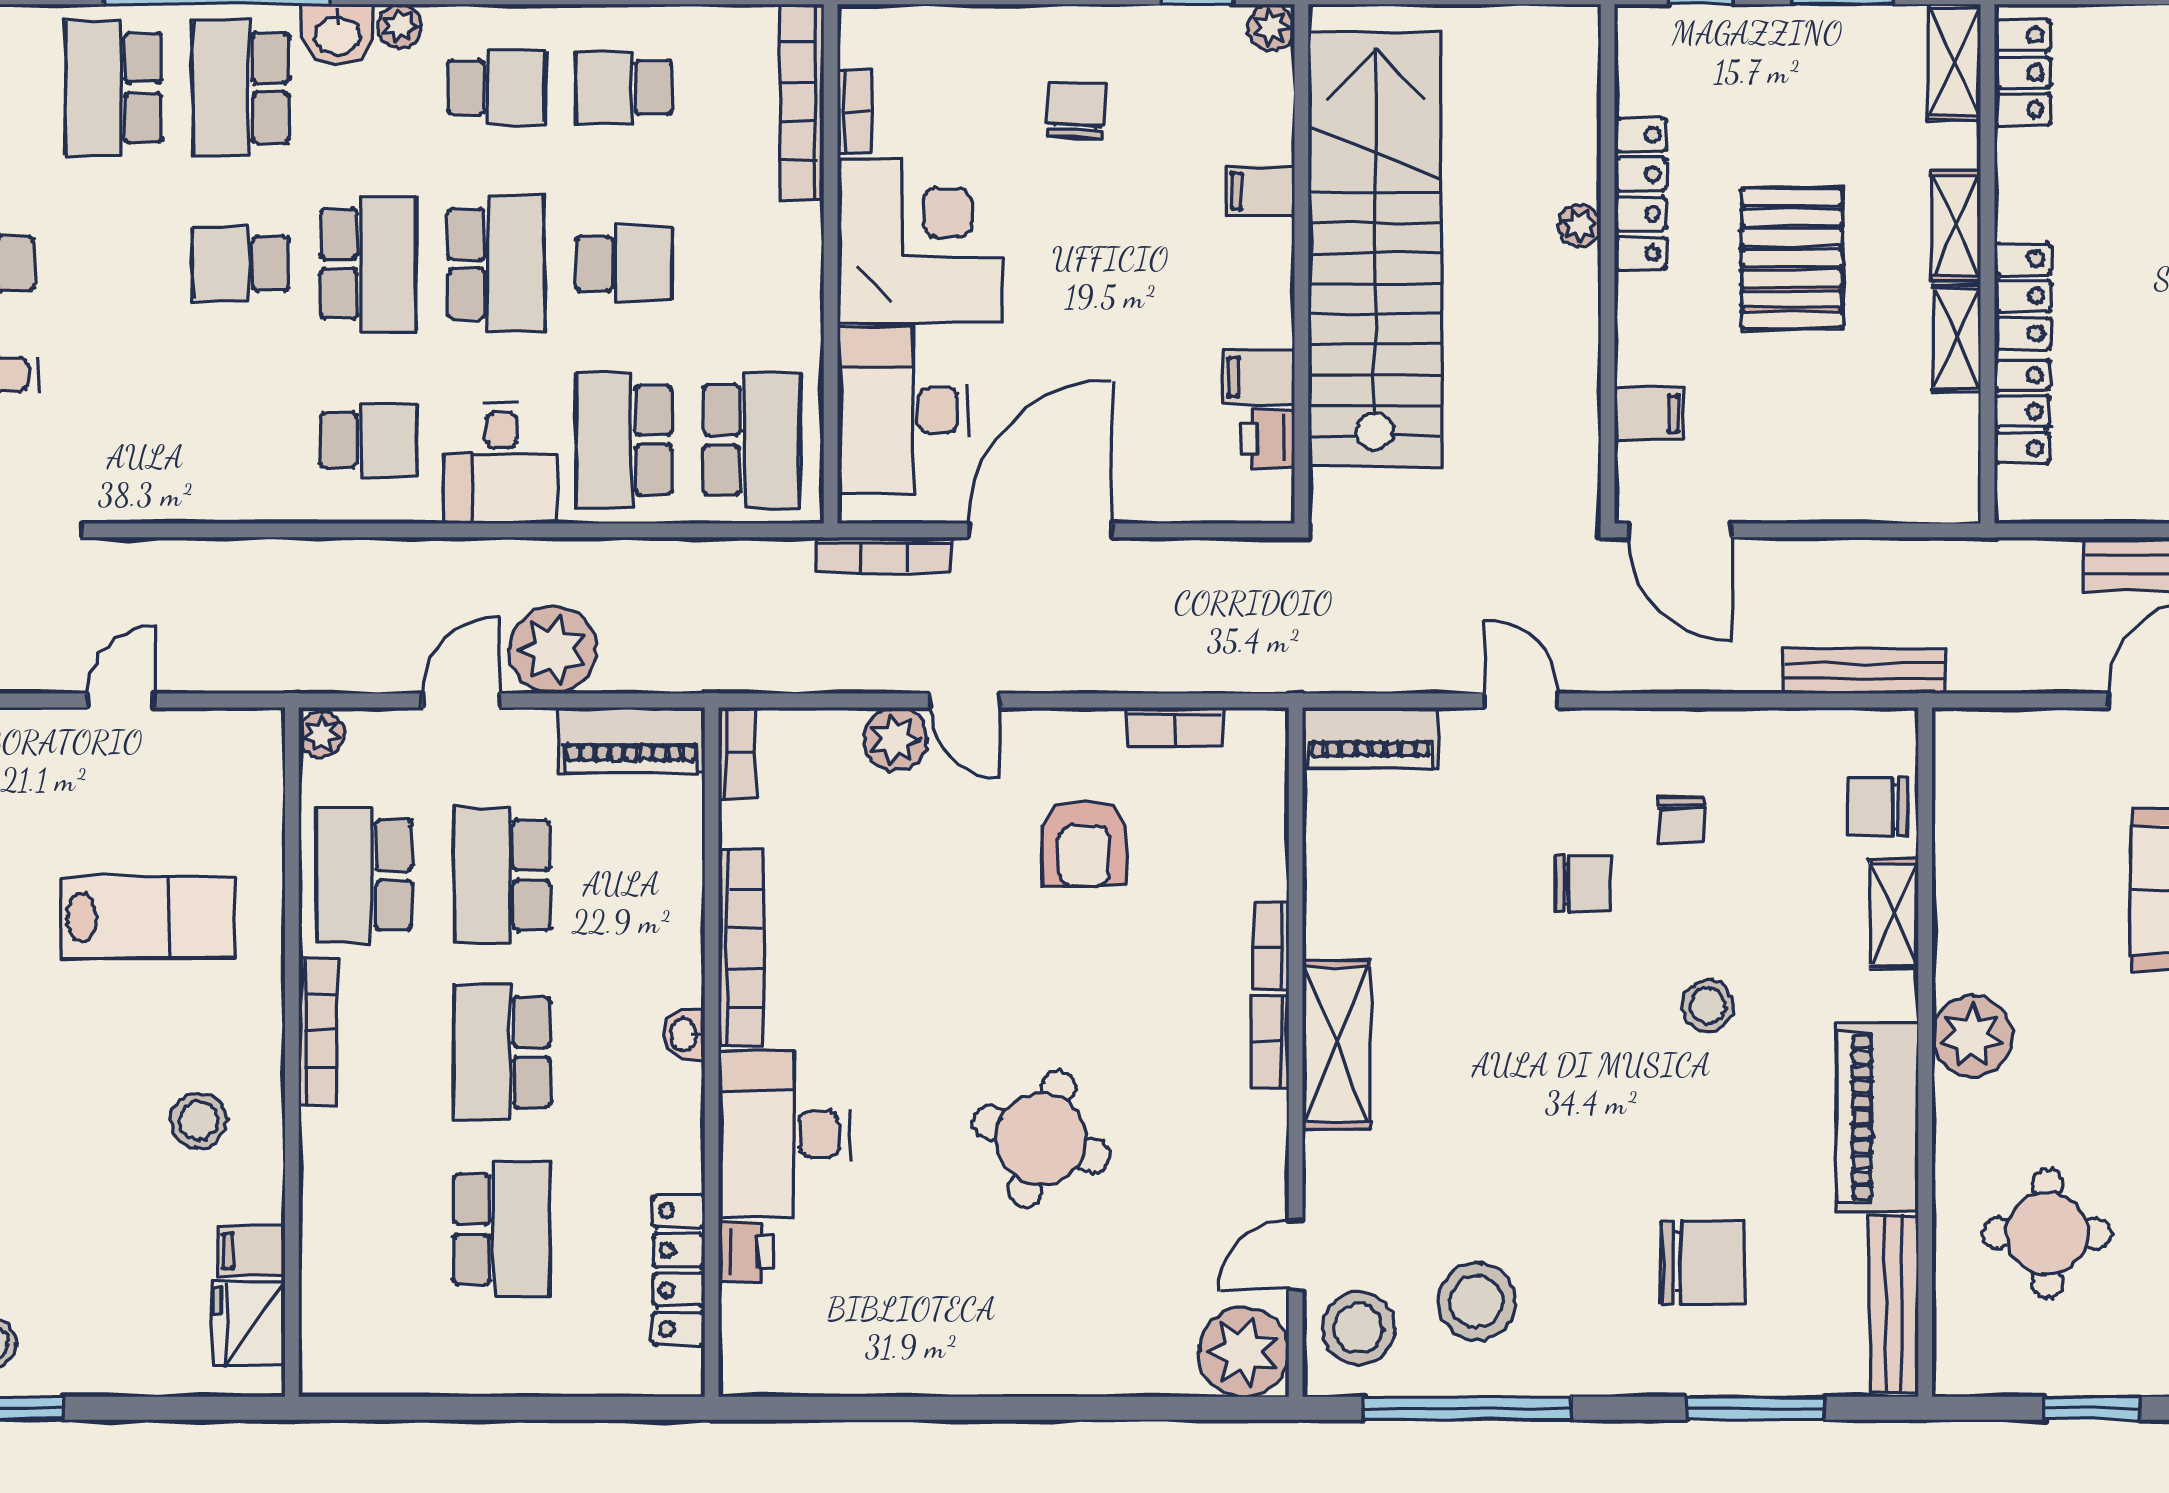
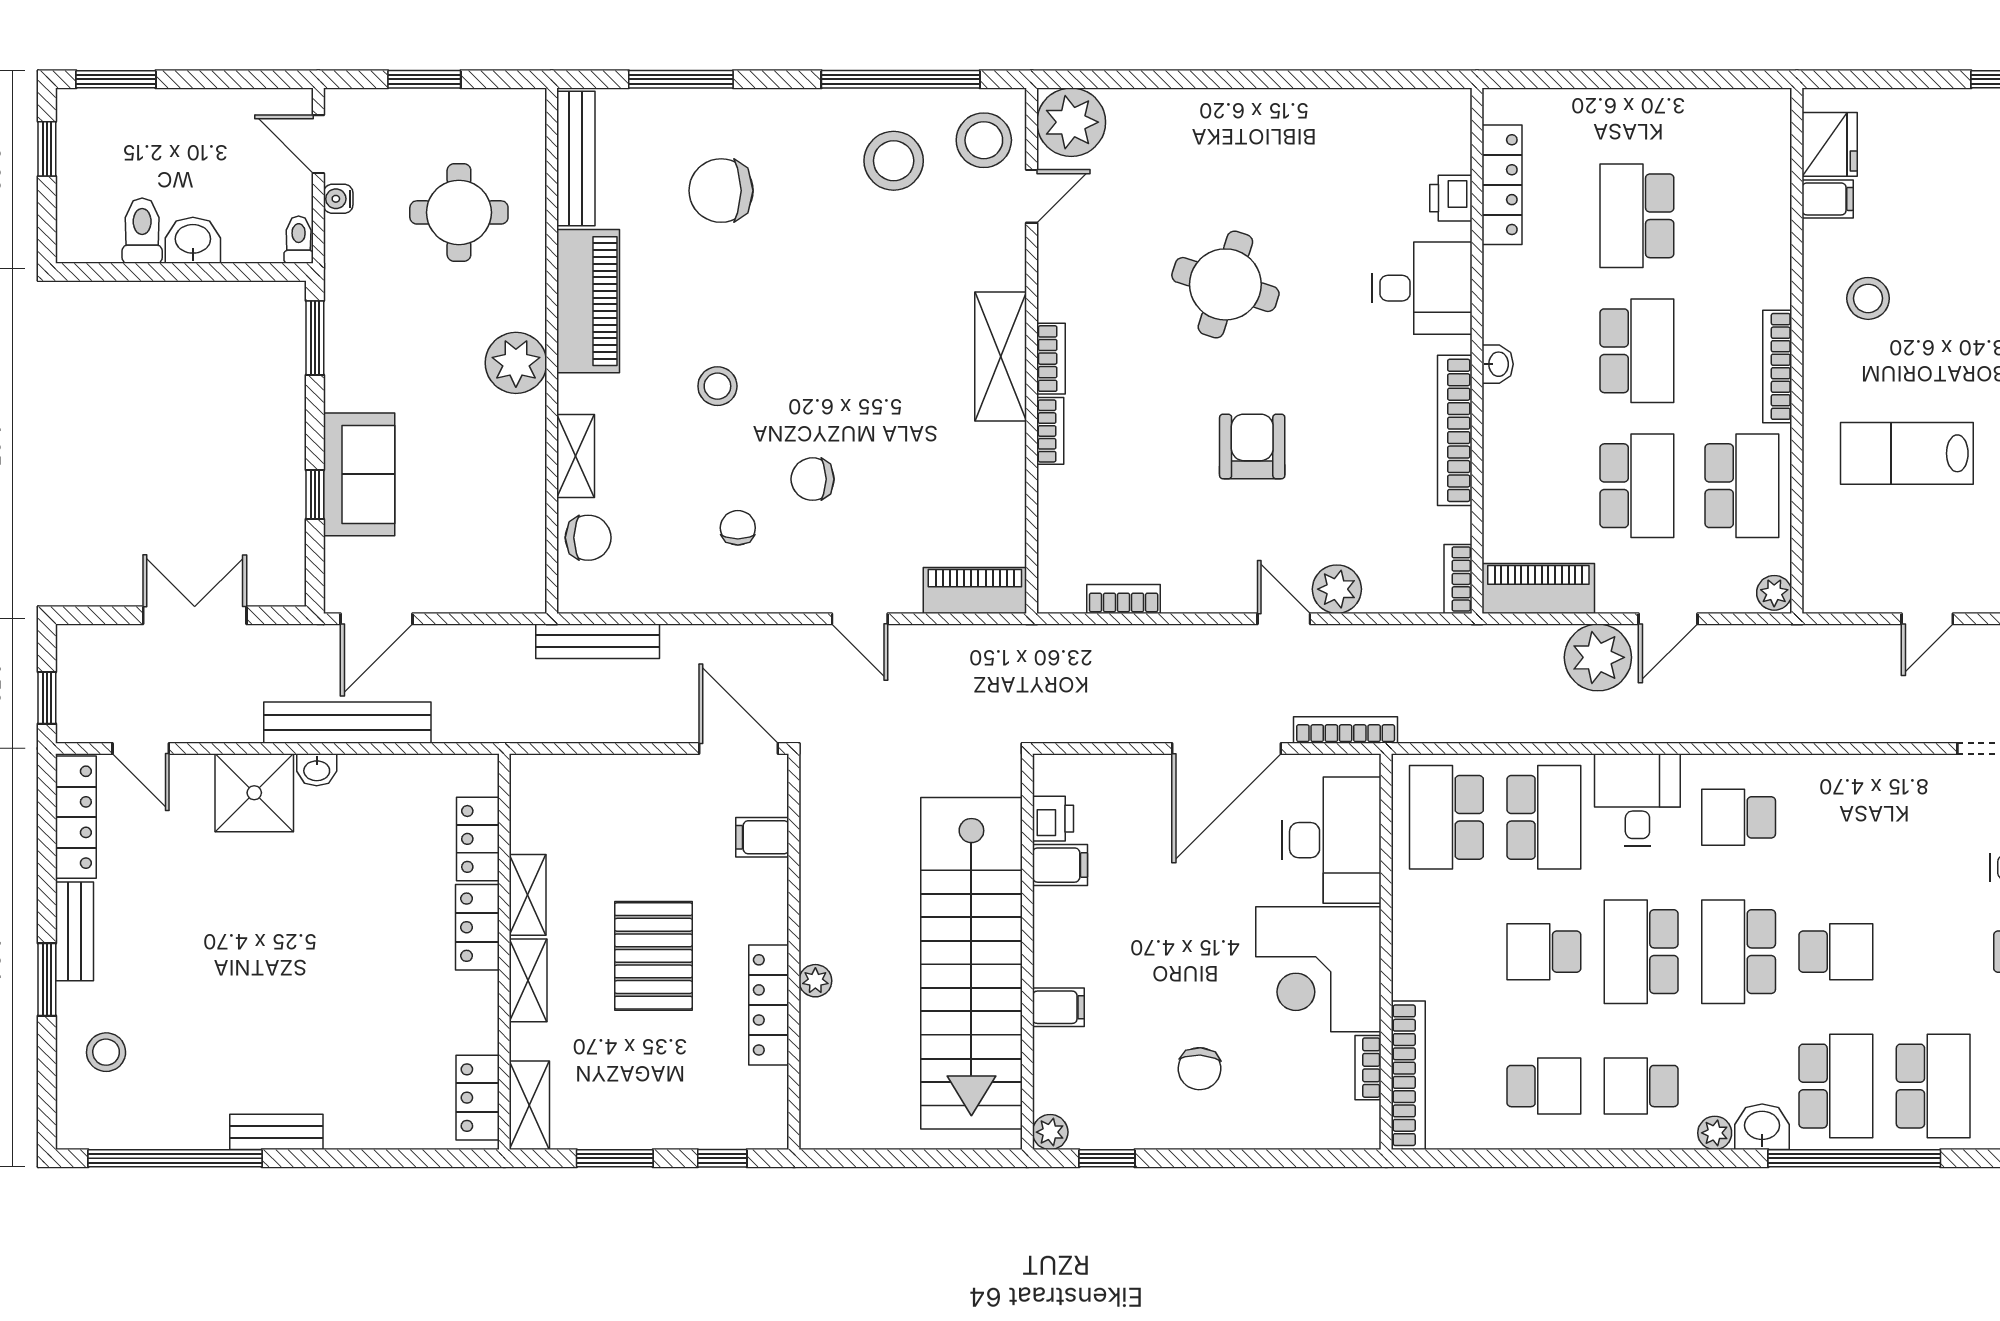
armchair: (1084, 844) -> (1252, 447), moved
desk: (784, 1134) -> (1422, 288), width x0.73

